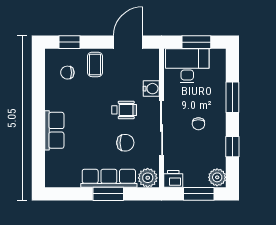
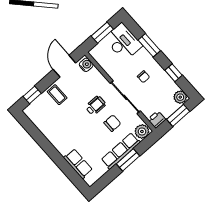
desk: (187, 66) -> (123, 42), moved, turned 90
chair: (67, 73) -> (46, 113), removed
water cooler: (151, 89) -> (86, 65), moved
row of seats: (54, 130) -> (78, 164), moved

